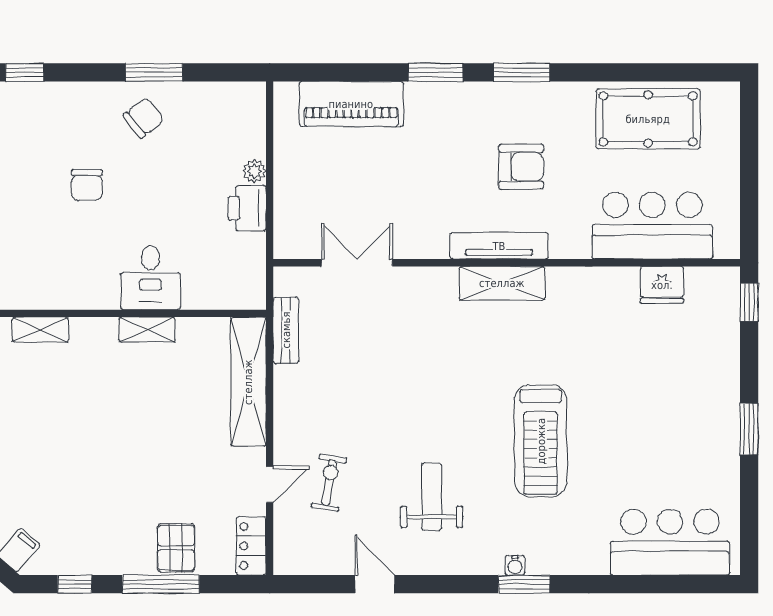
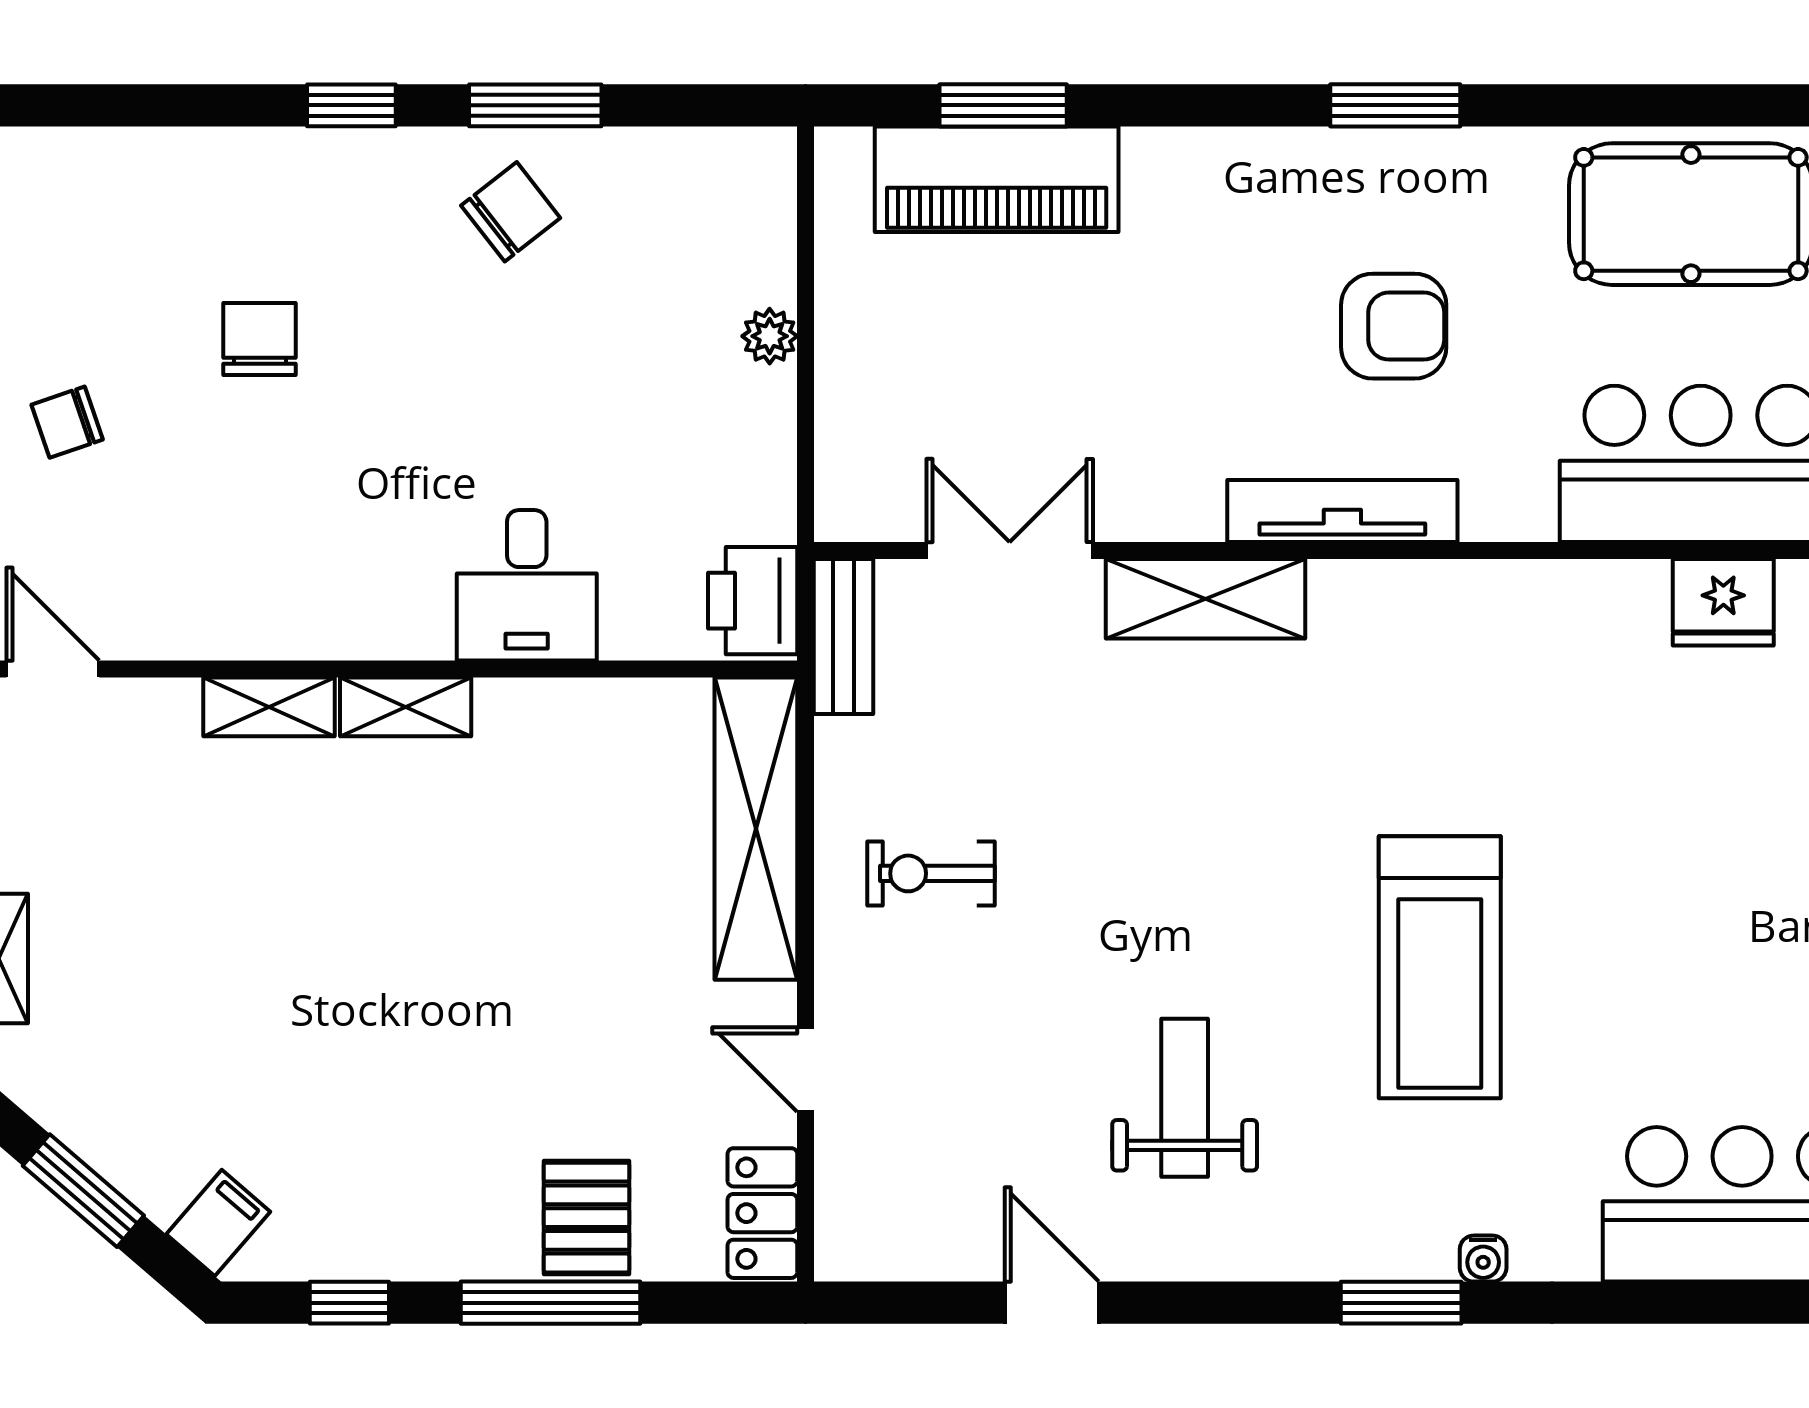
window: (25, 72) -> (351, 105), moved
window: (435, 72) -> (1003, 105), moved
chair: (87, 185) -> (260, 339), moved, turned 180
printer: (247, 208) -> (753, 601), moved
shelving: (502, 283) -> (1206, 599), moved
shelving: (147, 330) -> (406, 707), moved
bench: (286, 330) -> (843, 637), moved
exercise bike: (329, 483) -> (931, 873), moved, turned -99
door: (270, 485) -> (805, 1070), swing flipped
water cooler: (515, 565) -> (1483, 1259), moved

